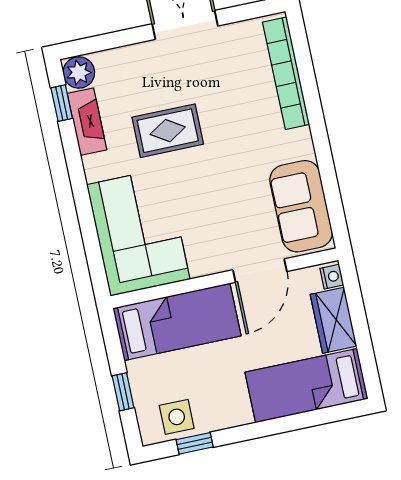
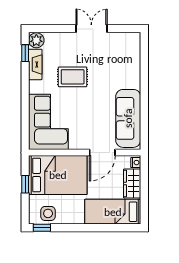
bookcase: (286, 73) -> (135, 62), removed
sofa: (301, 206) -> (128, 118), width x1.36
bed: (177, 322) -> (58, 175), width x1.50
window: (123, 392) -> (25, 184), moved
window: (195, 443) -> (42, 228), moved

